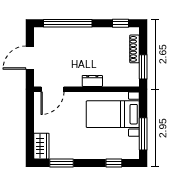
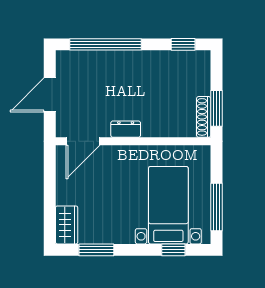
shoe rack: (134, 49) -> (204, 117), moved
dresser: (92, 81) -> (126, 129), moved
bed with nightstands: (113, 114) -> (168, 205), moved, turned 90

